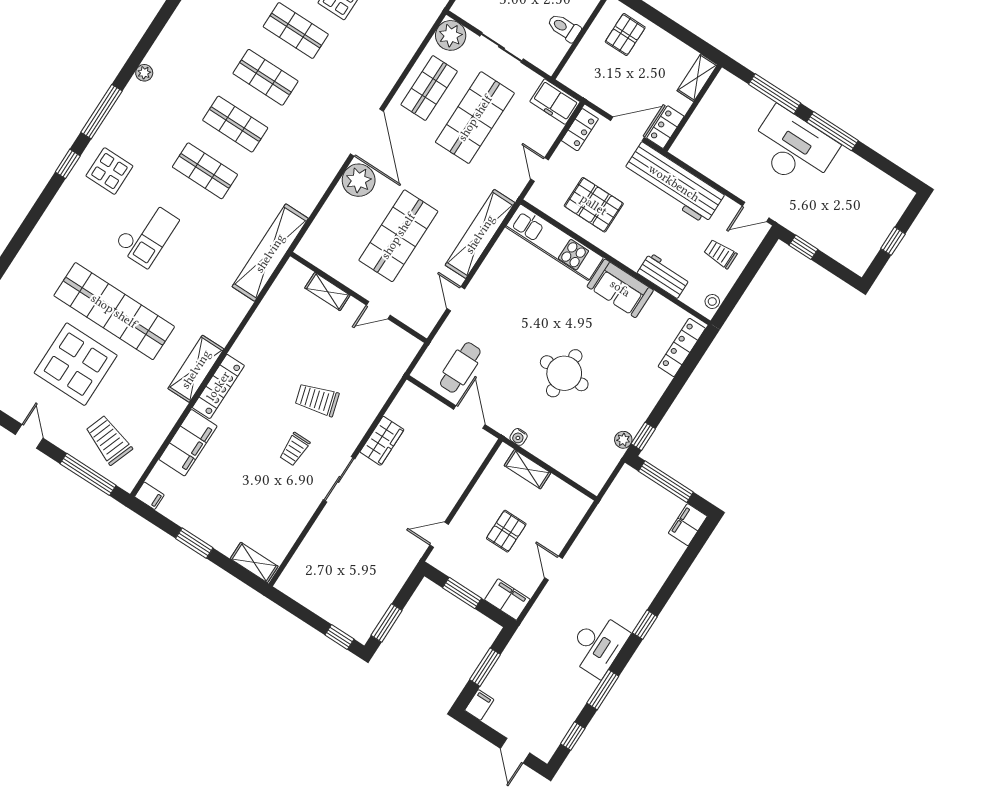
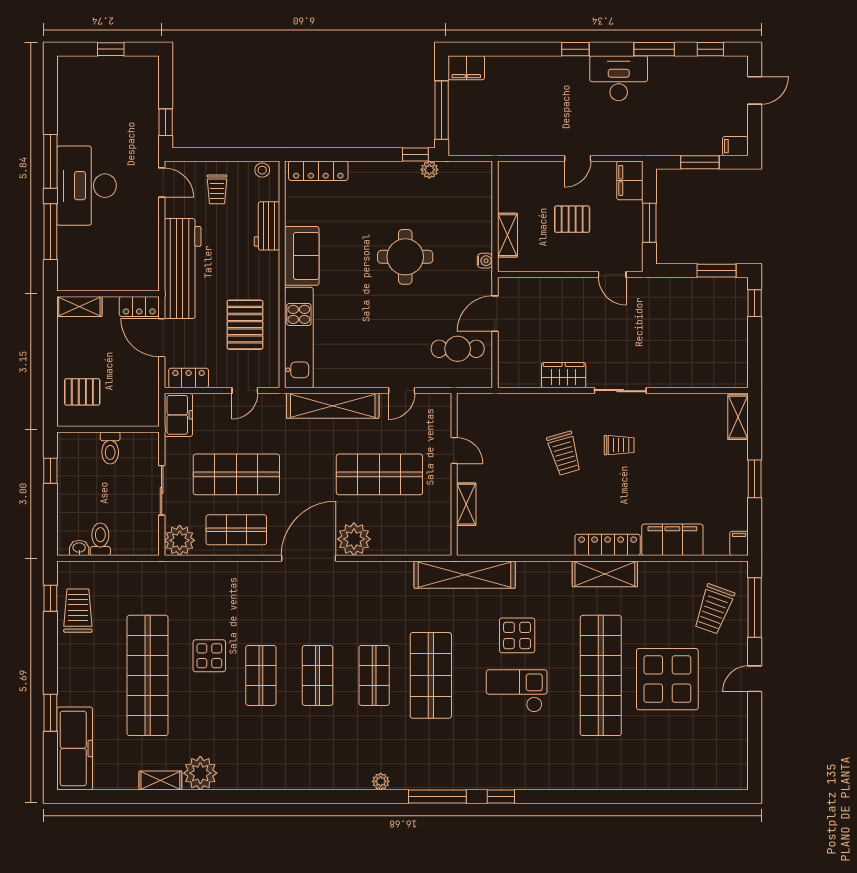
display table: (109, 171) -> (517, 635), moved
shop shelf: (205, 171) -> (431, 675), width x1.43, depth x1.36

